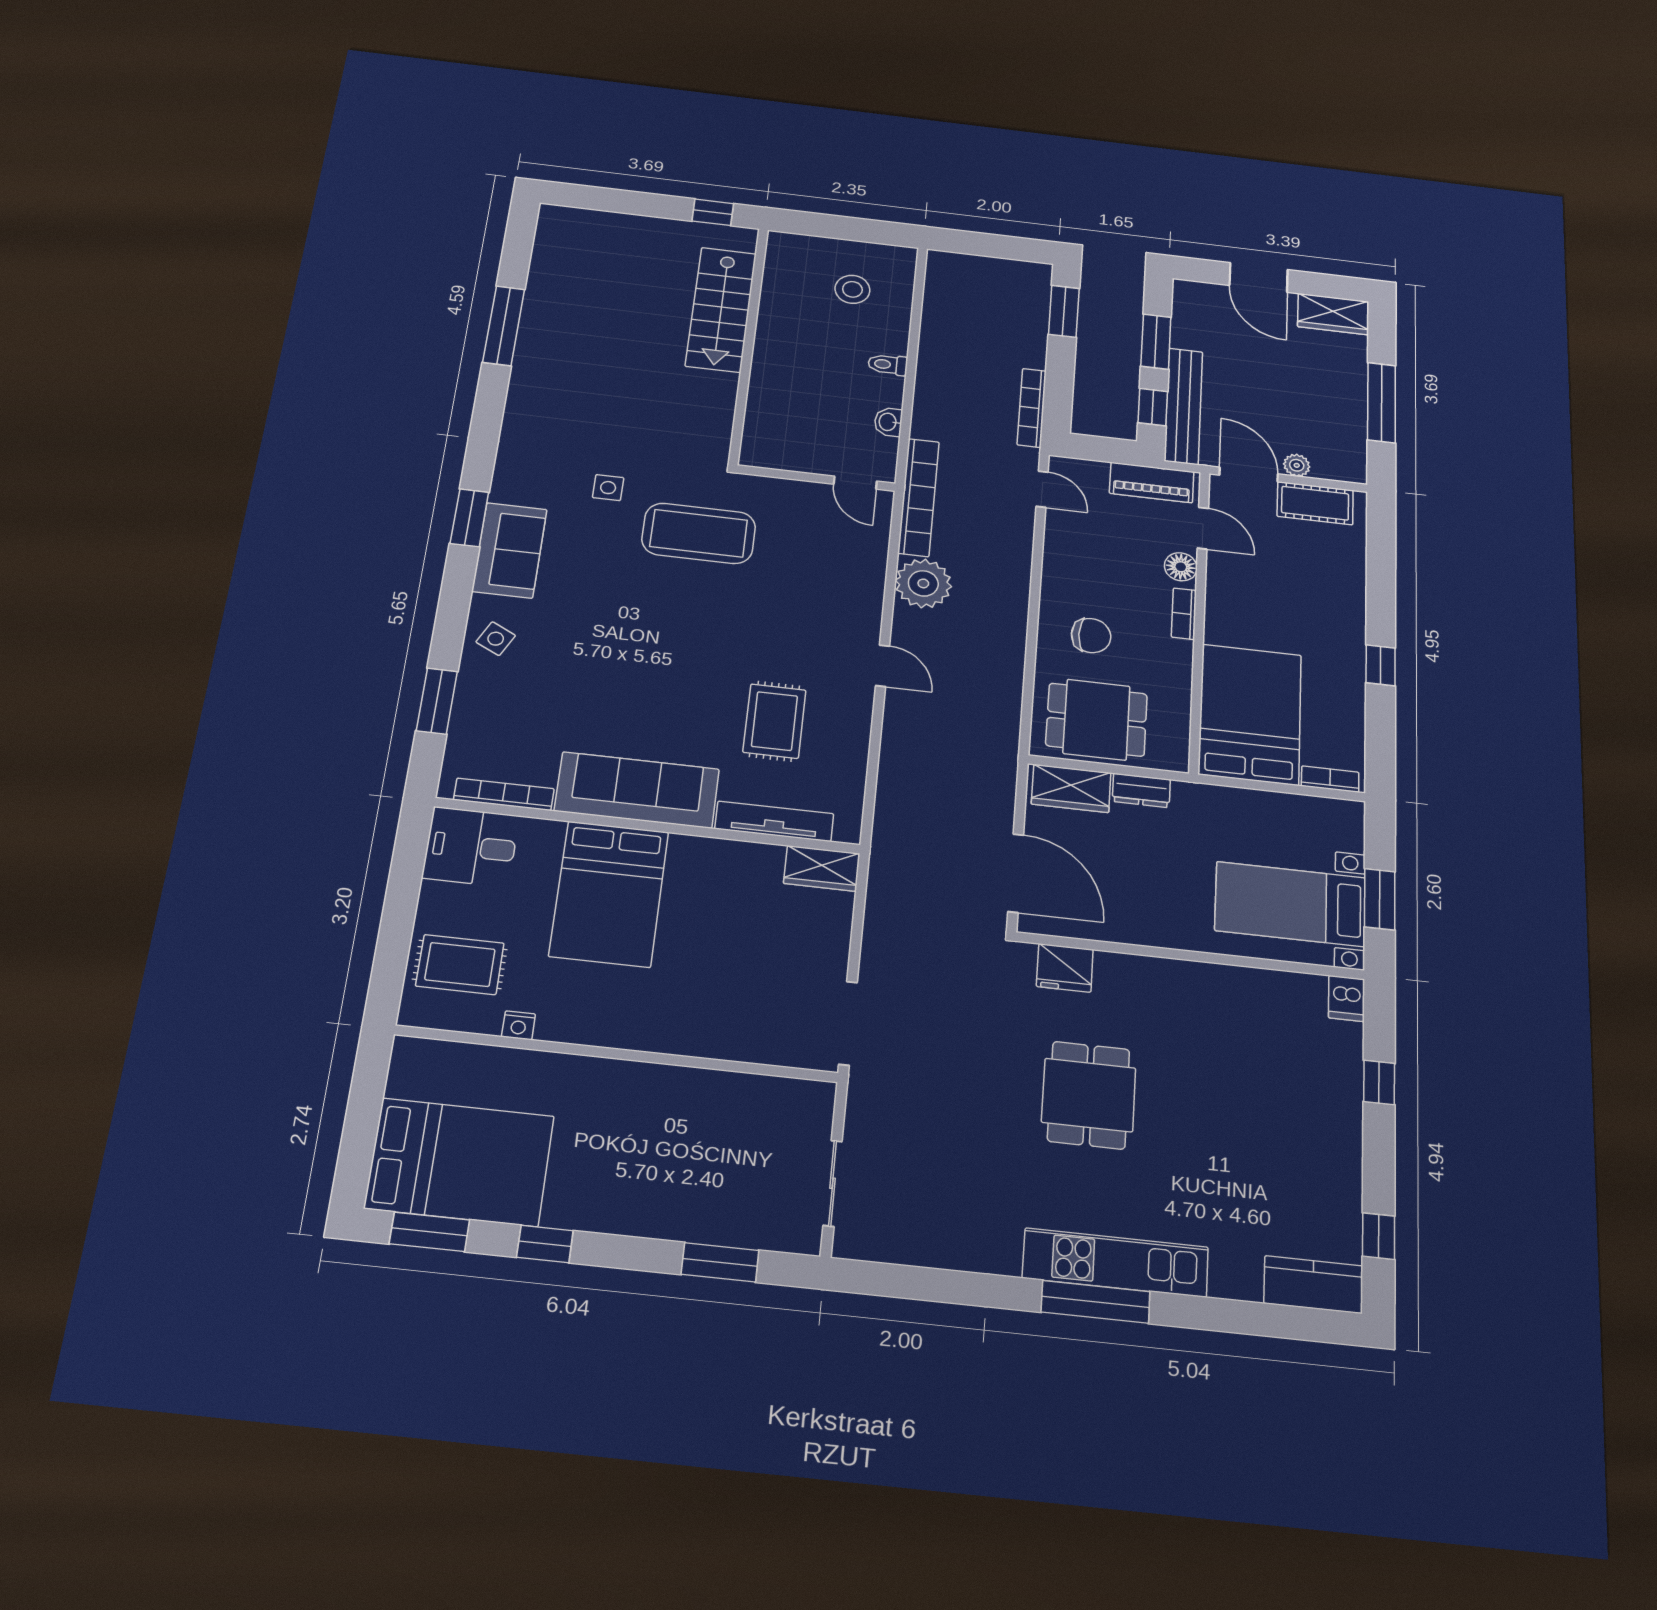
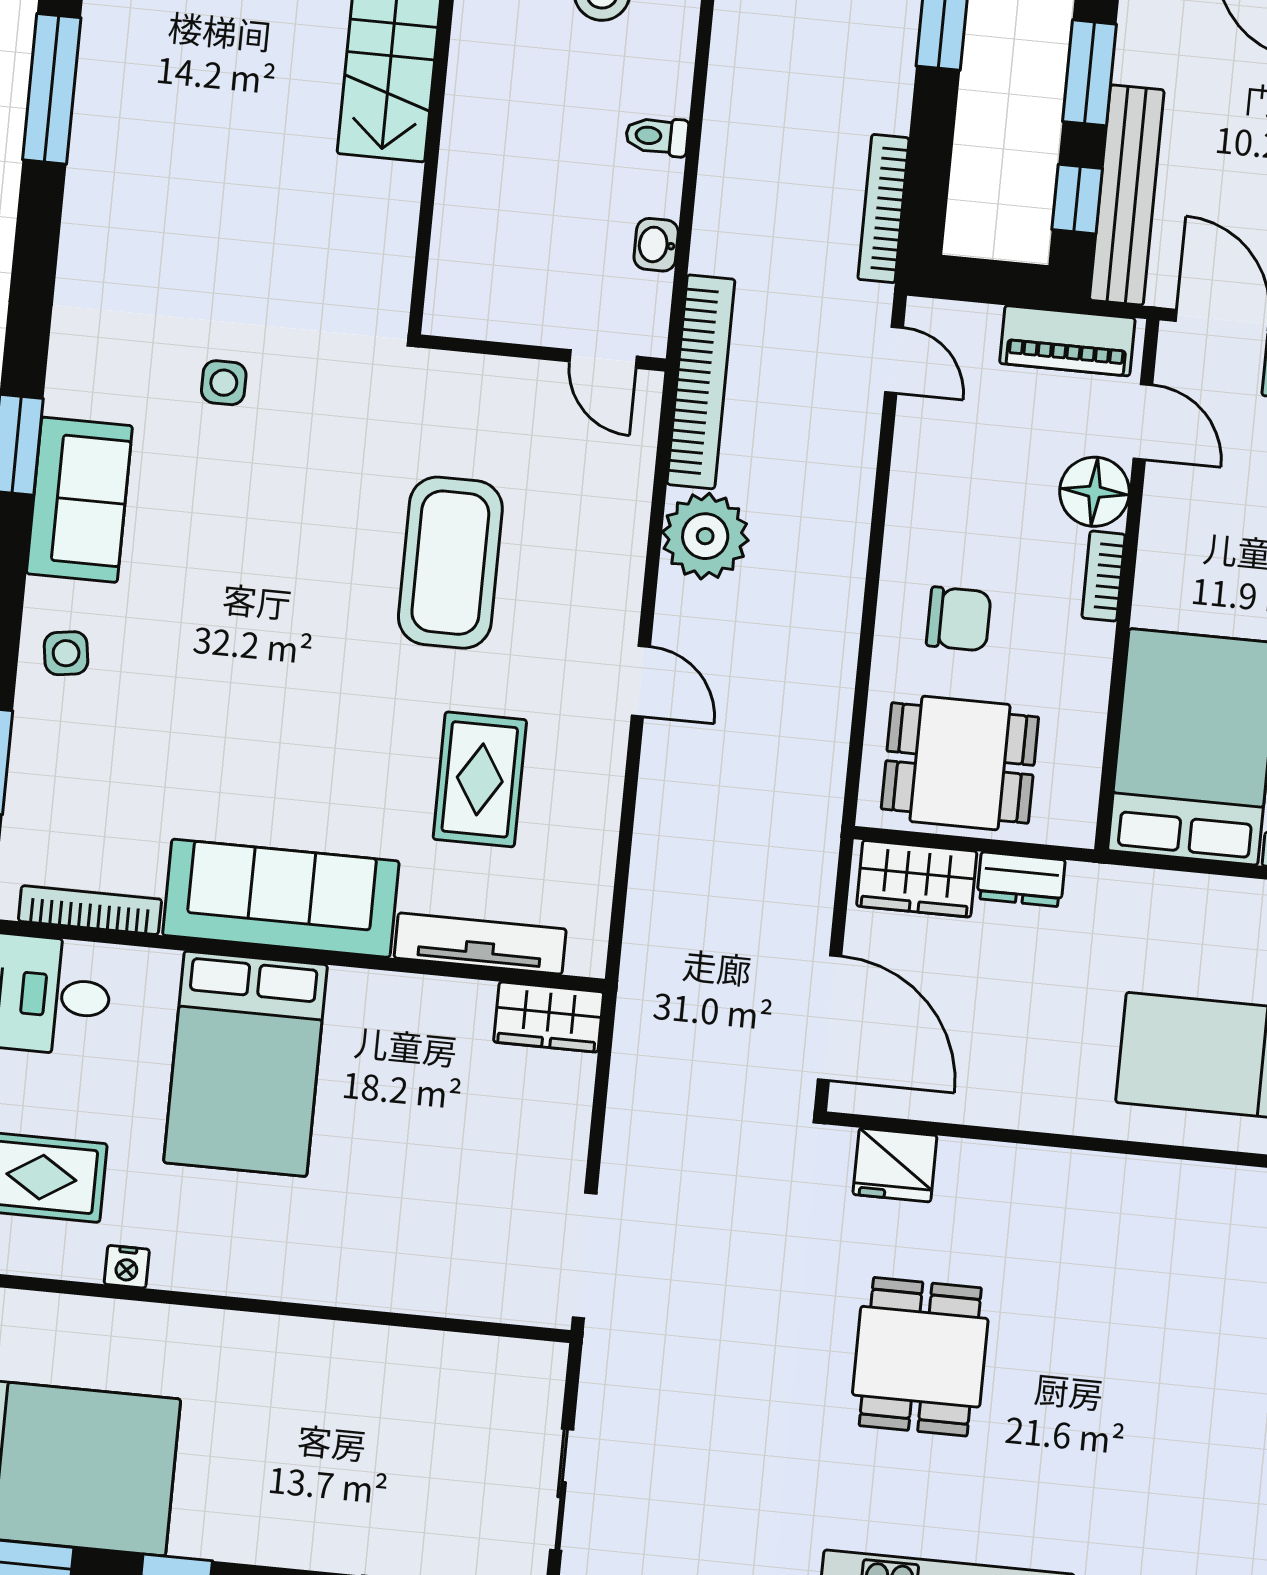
coffee table: (699, 533) -> (450, 563), moved, turned 90
floor lamp: (1181, 567) -> (1094, 492), width x1.38, depth x1.38
side table: (496, 639) -> (66, 653), turned -35

